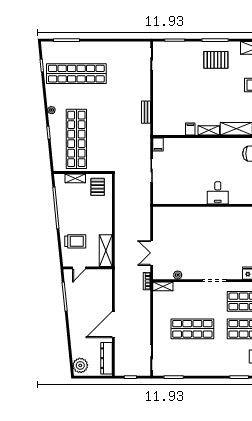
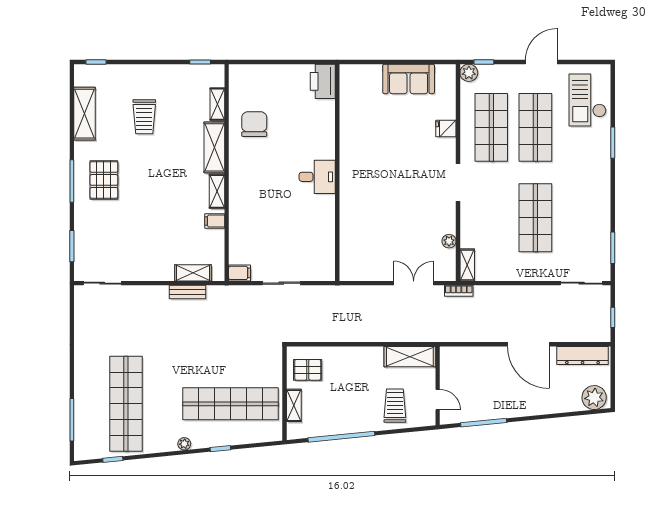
shelving: (158, 115) -> (193, 273), added
double door: (152, 253) -> (414, 283), swing flipped

